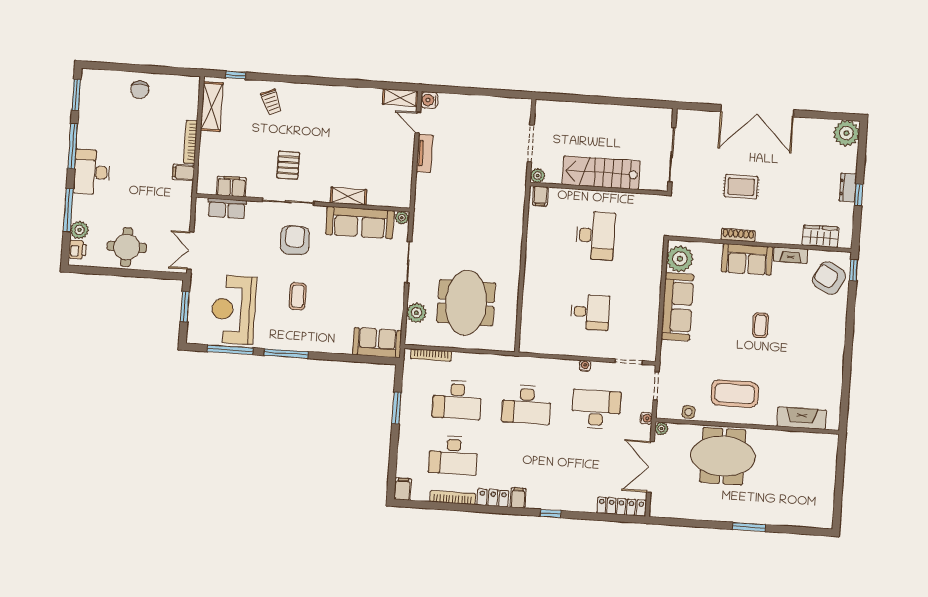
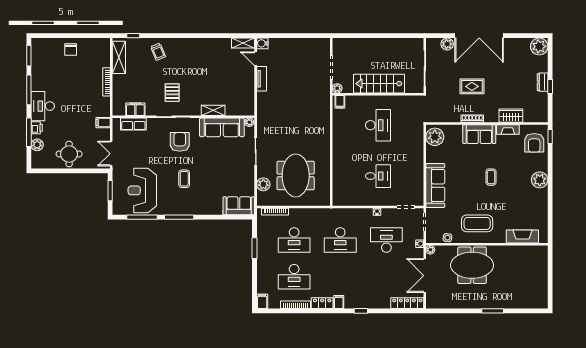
plant: (708, 120) -> (447, 44), added
filing cabinet: (183, 172) -> (103, 123), moved
wardrobe: (820, 236) -> (511, 116), moved
printer: (77, 249) -> (37, 128), moved
armchair: (829, 278) -> (534, 143), turned -118
sofa: (677, 307) -> (435, 186), moved
plant: (833, 335) -> (540, 180), added

